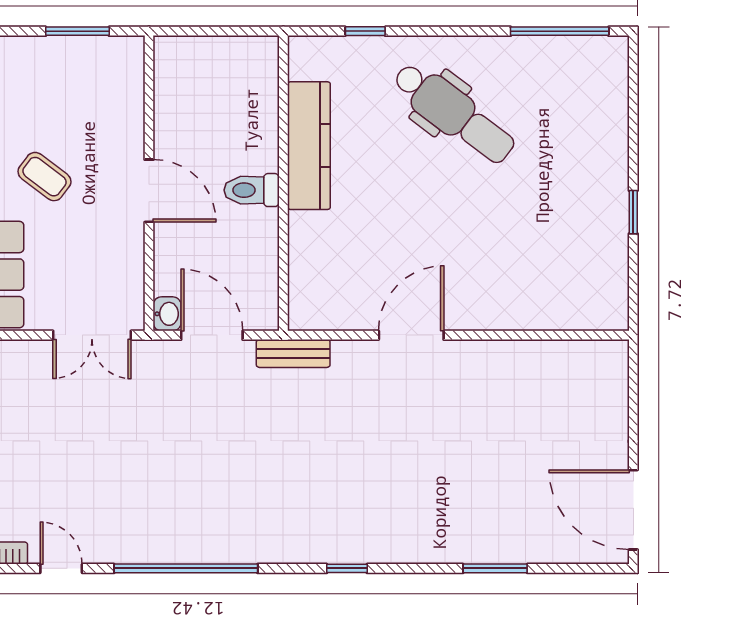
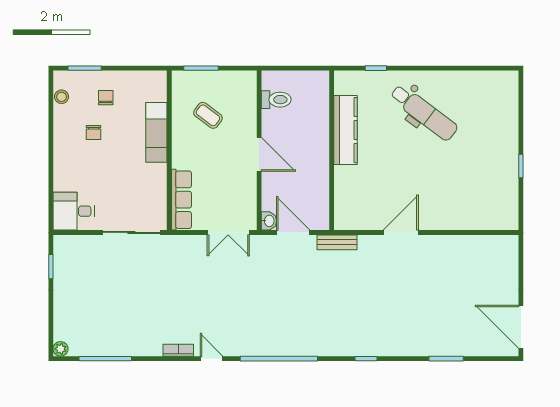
window: (77, 31) -> (201, 68), moved
window: (560, 31) -> (481, 68), removed
coffee table: (44, 177) -> (208, 115), moved
toilet: (252, 190) -> (276, 100), moved, turned 180

